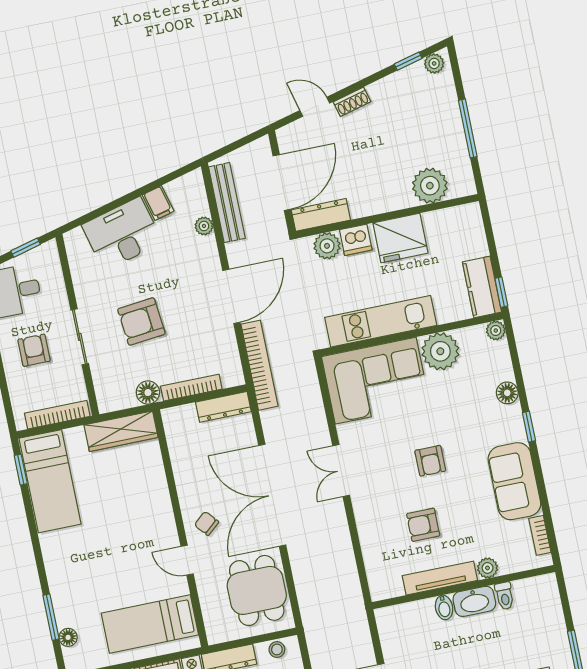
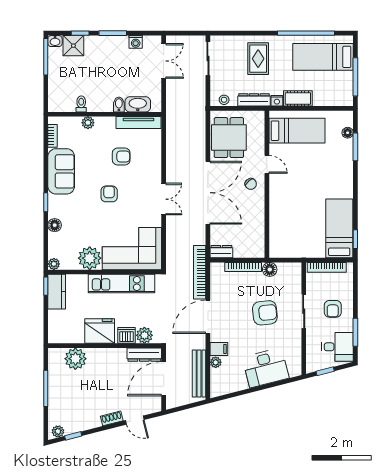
filing cabinet: (158, 203) -> (219, 349), moved, turned 104
dresser: (223, 407) -> (221, 252), width x0.70
wardrobe: (121, 431) -> (291, 250), removed
tv unit: (440, 578) -> (138, 123), moved
washbasin: (474, 601) -> (138, 104), moved

